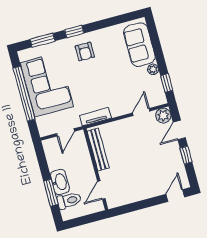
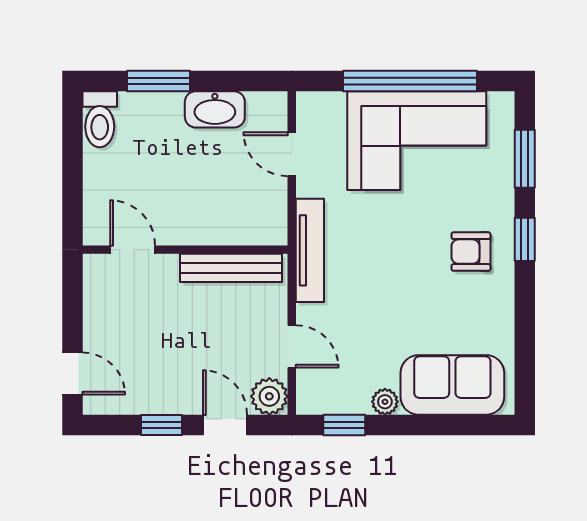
tv unit: (96, 117) -> (310, 250), width x1.41
bench: (98, 149) -> (231, 268), moved
wall: (96, 169) -> (185, 250), moved
washbasin: (60, 182) -> (215, 109), moved
door: (101, 190) -> (133, 250), moved
toilet: (69, 201) -> (100, 119), moved

